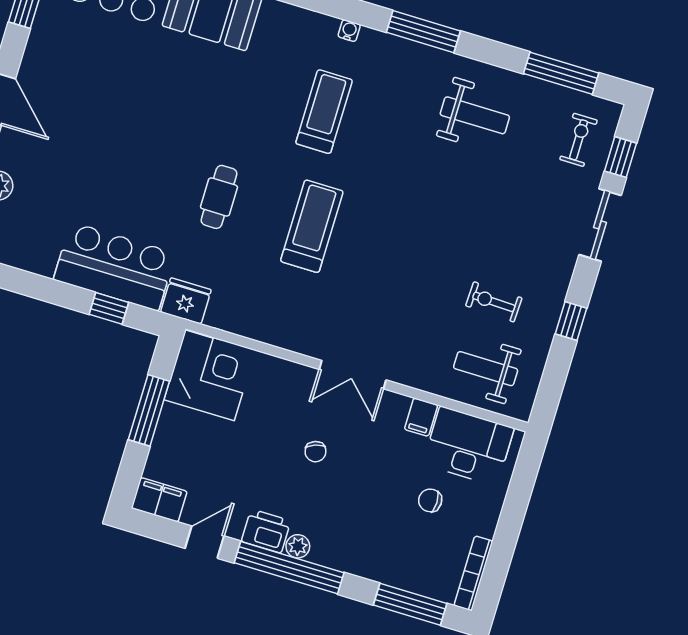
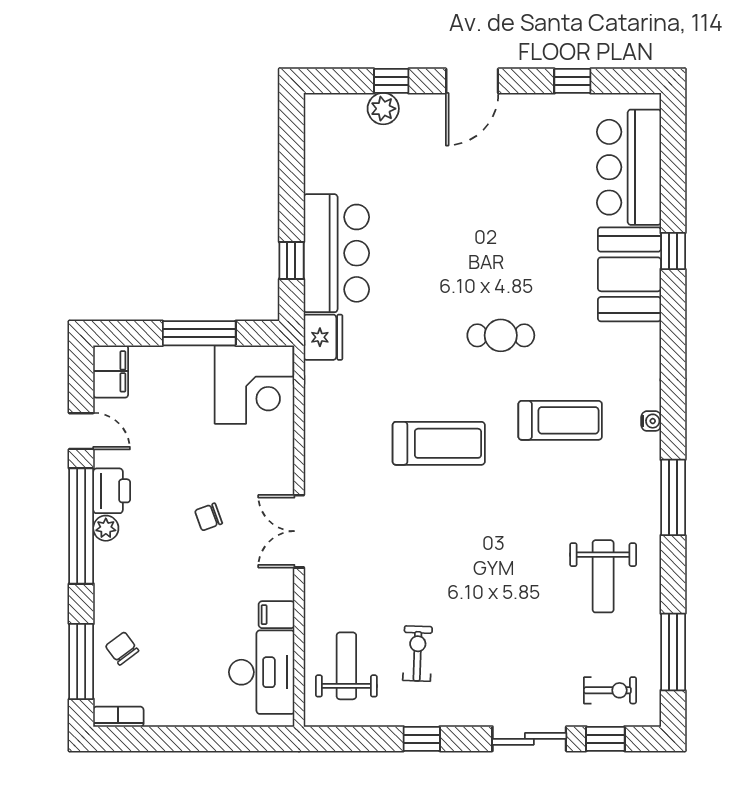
cafe table: (219, 197) -> (501, 335), moved
chair: (430, 500) -> (122, 648), moved, turned -37
bookcase: (473, 573) -> (118, 717), width x0.64

